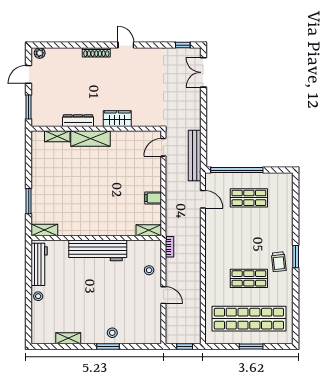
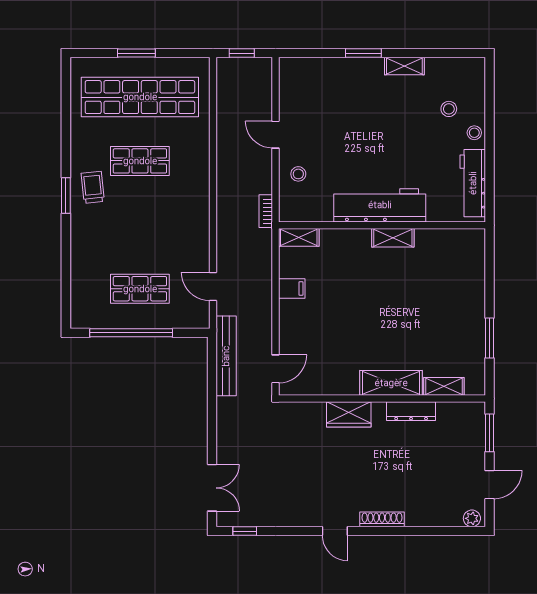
window: (237, 170) -> (131, 333), moved
window: (29, 201) -> (490, 338), moved
shelving: (44, 230) -> (393, 238), moved
stool: (112, 333) -> (449, 109), moved
shelving: (68, 338) -> (404, 66), moved

